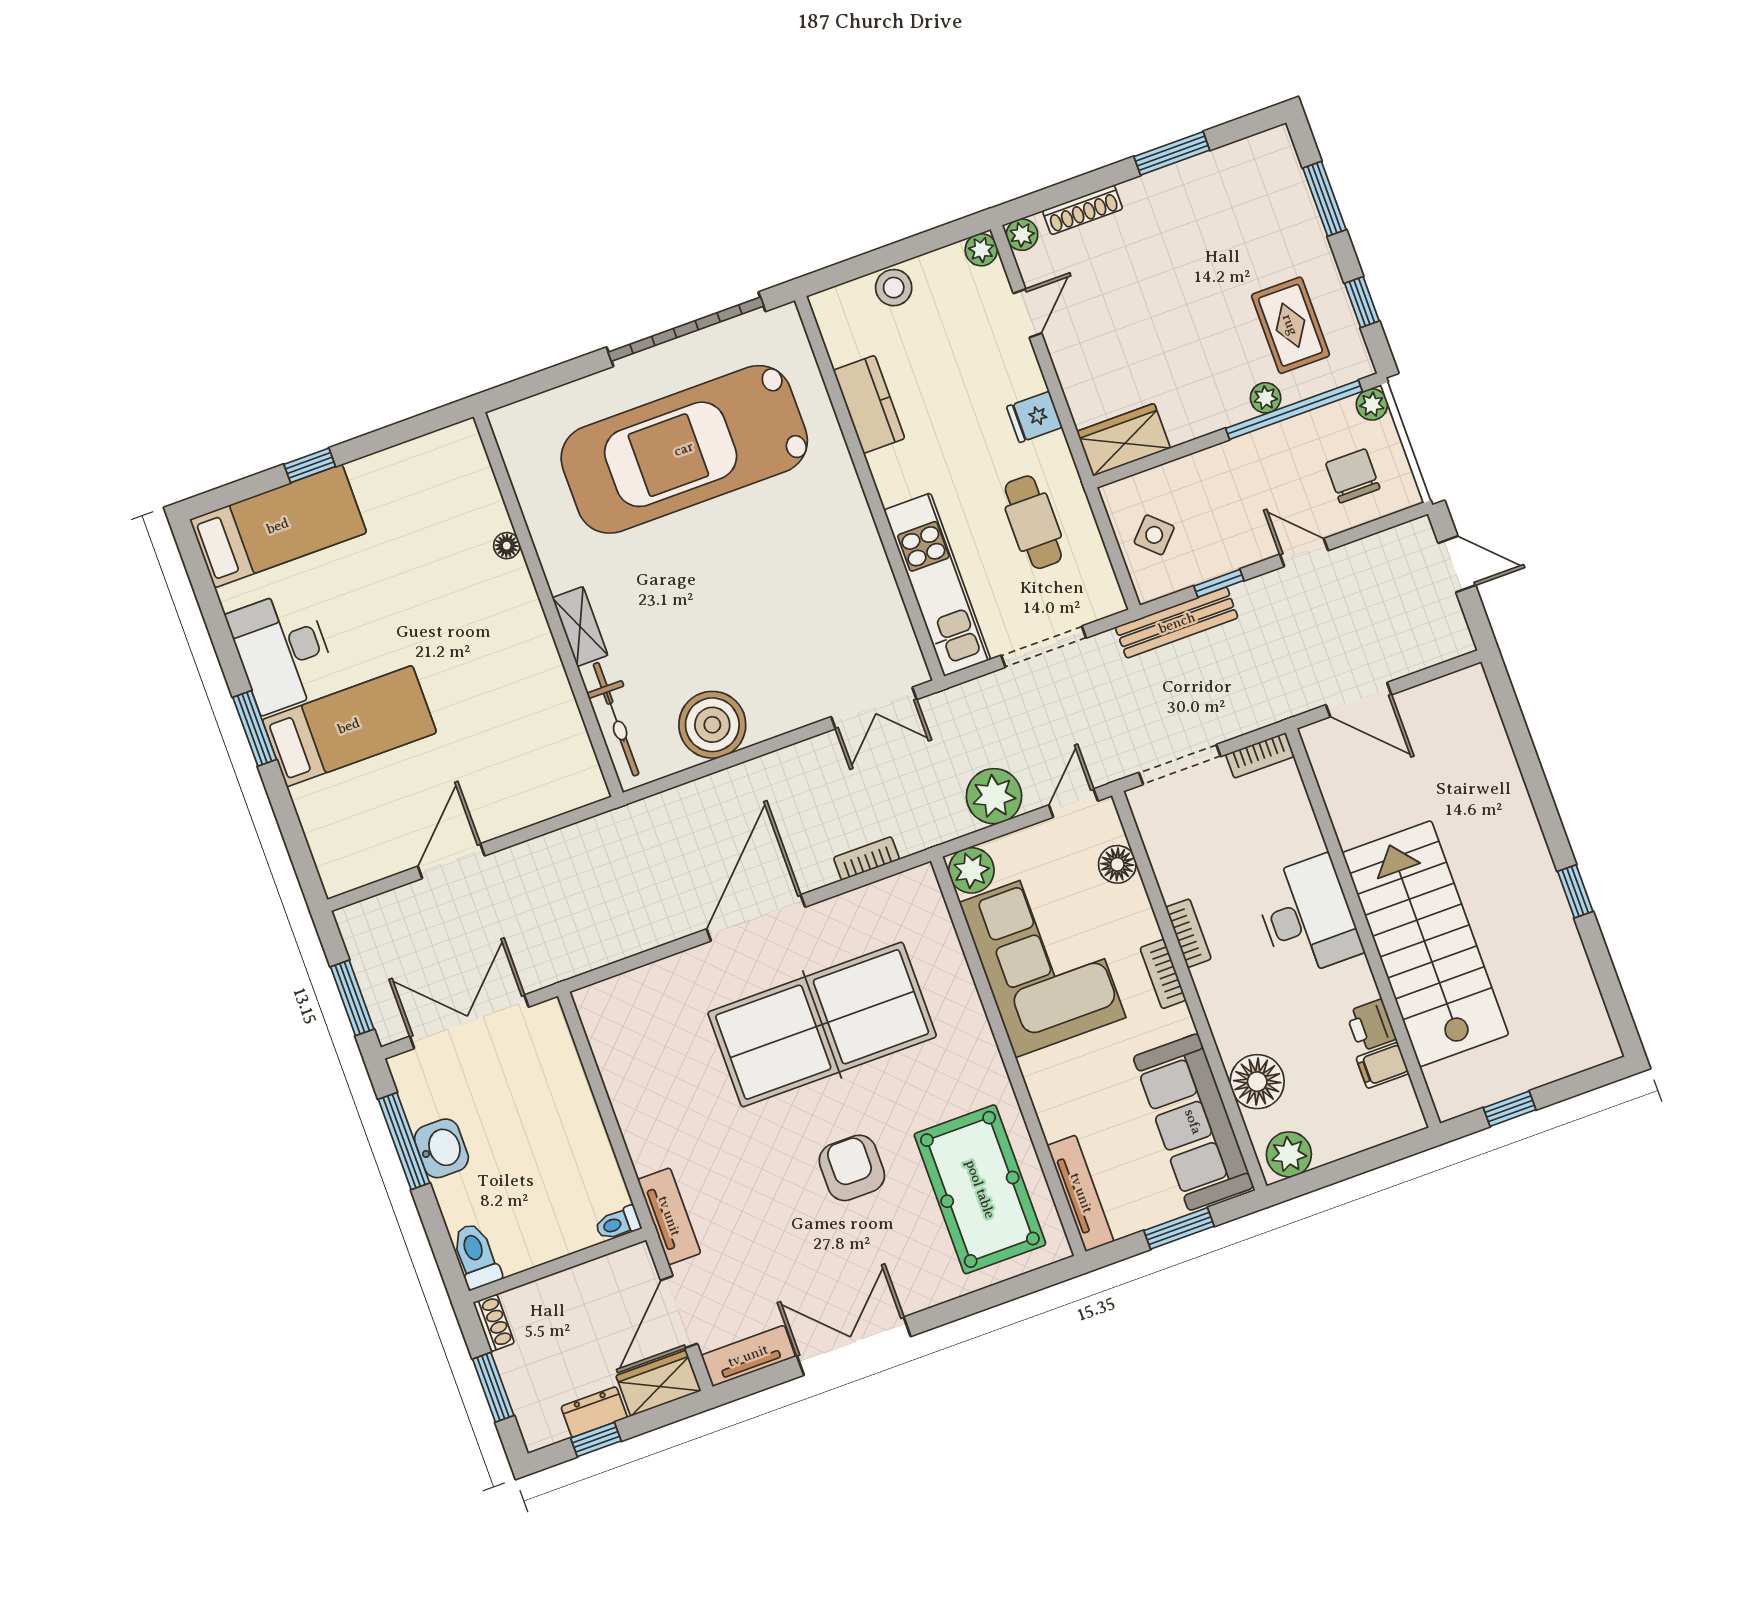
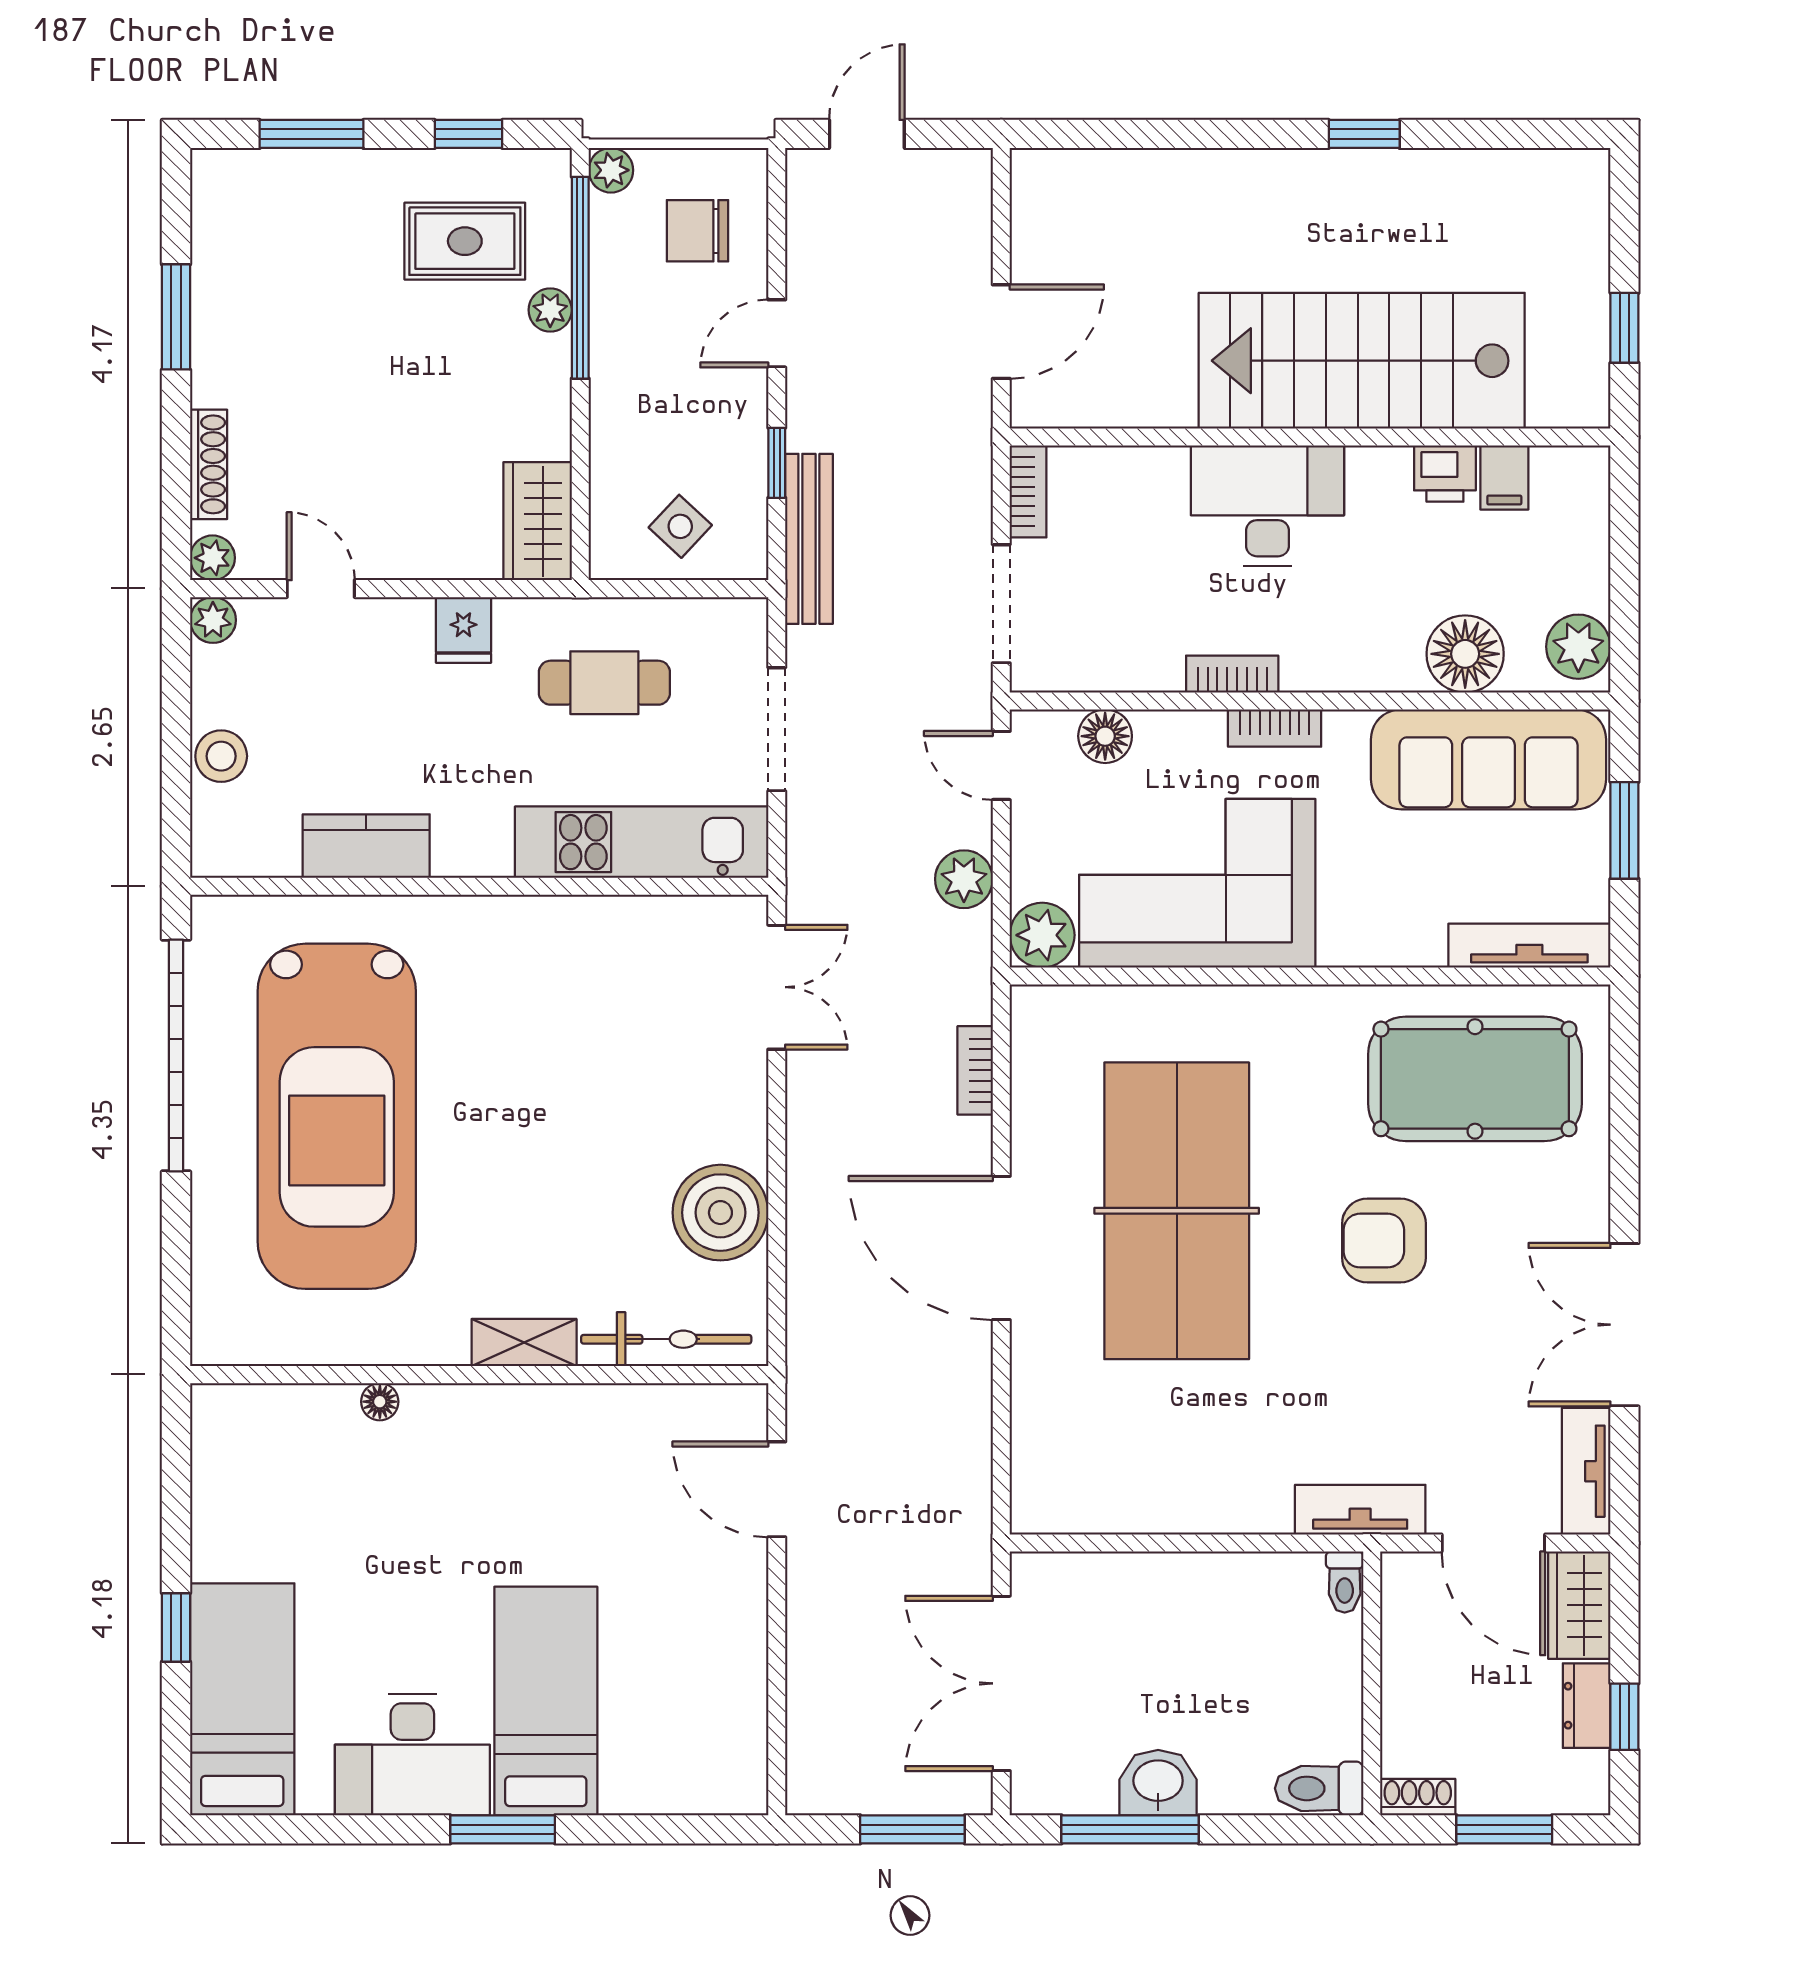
plant: (994, 796) -> (964, 879), width x0.73, depth x0.73
door: (451, 861) -> (777, 1489), moved

